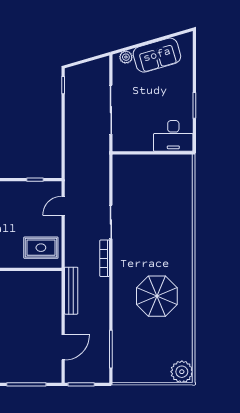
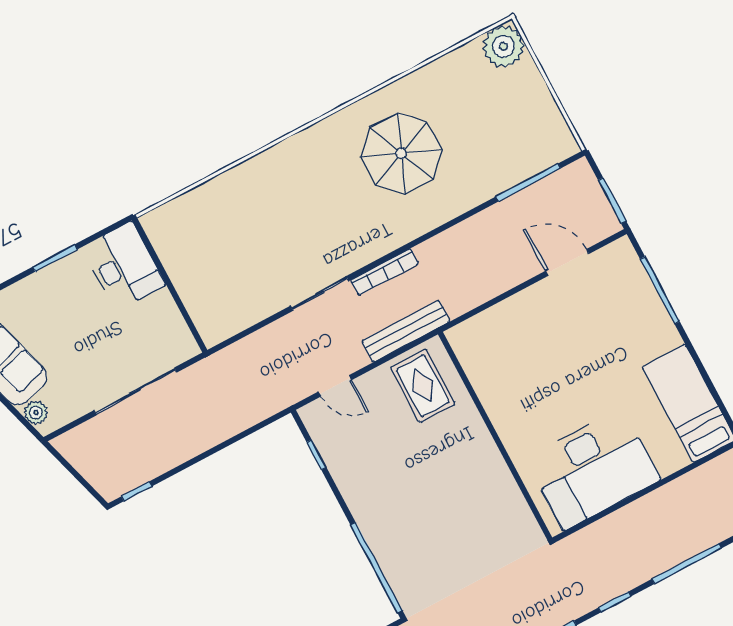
bench: (71, 291) -> (406, 331), moved

